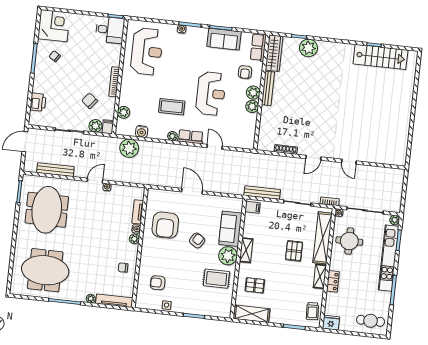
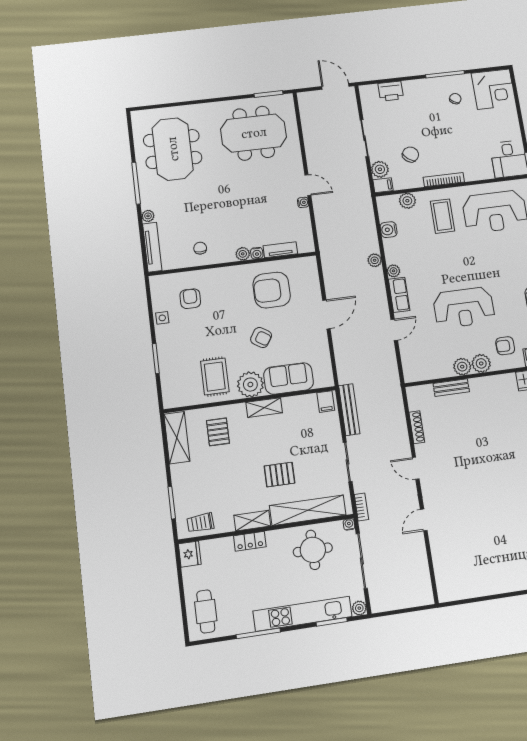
bench: (268, 88) -> (451, 388), moved, width x0.73
coffee table: (172, 107) -> (443, 216), moved
plant: (129, 148) -> (375, 260), moved, width x0.53, depth x0.53
bench: (55, 170) -> (309, 132), removed

